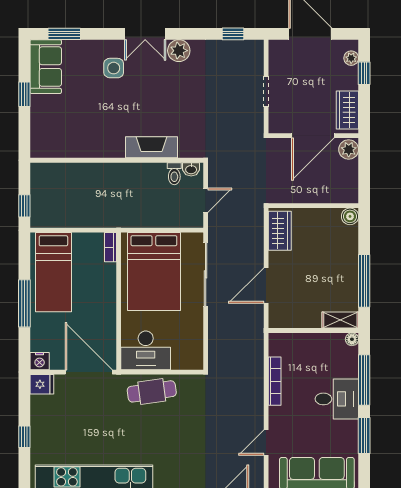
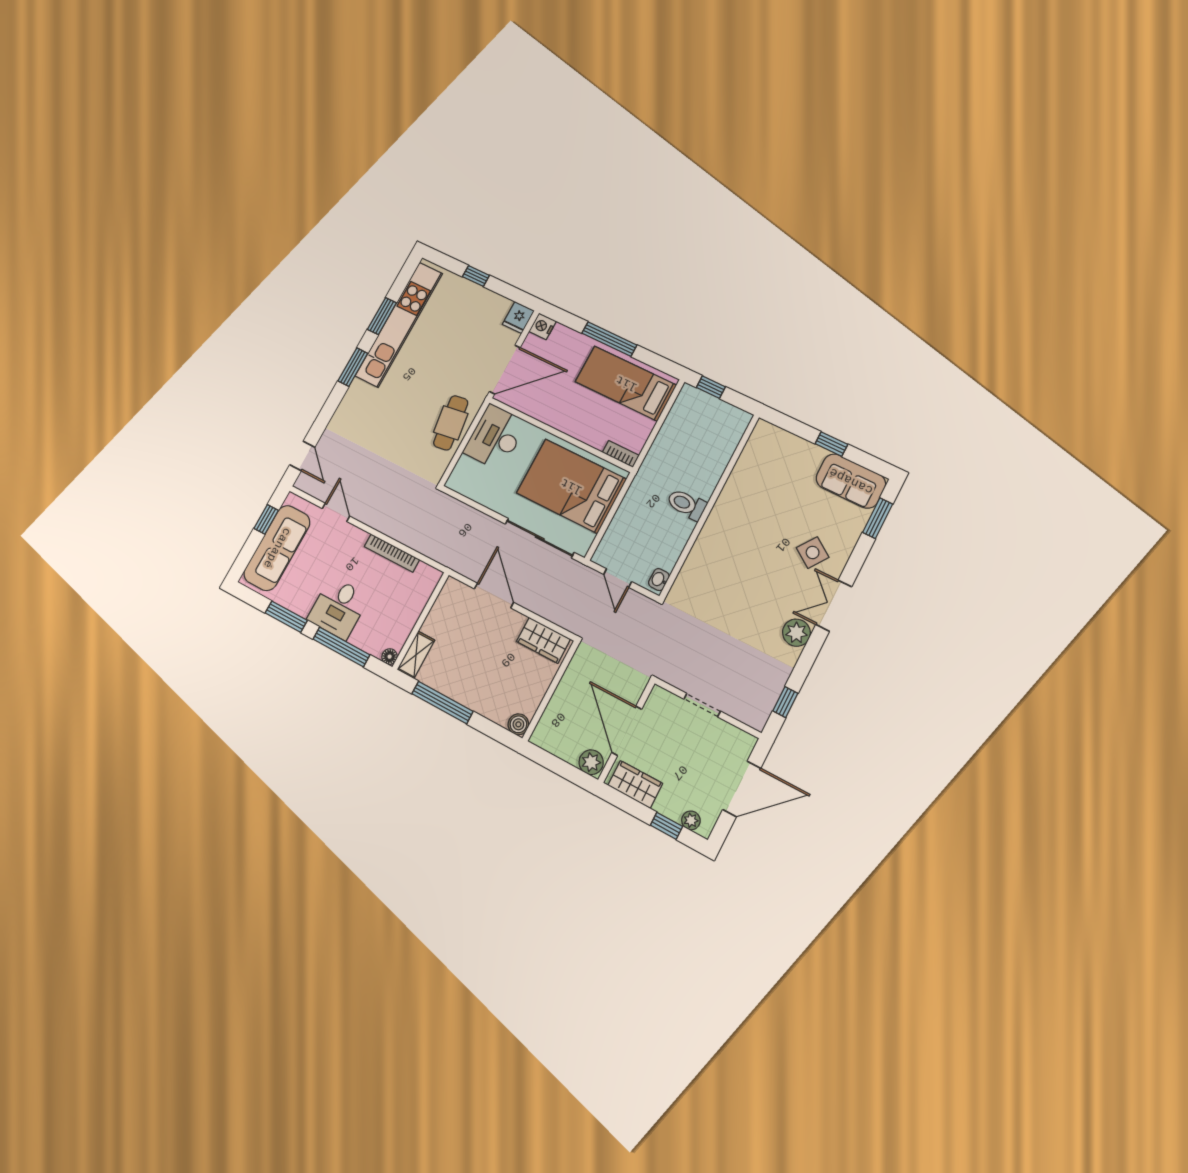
side table: (114, 68) -> (813, 552), turned 35
fireplace: (152, 147) -> (705, 550), removed
toilet: (174, 174) -> (687, 504), moved, width x1.37, depth x1.39

